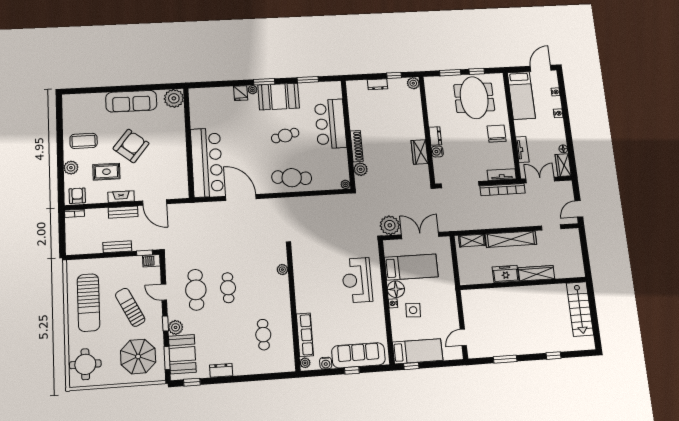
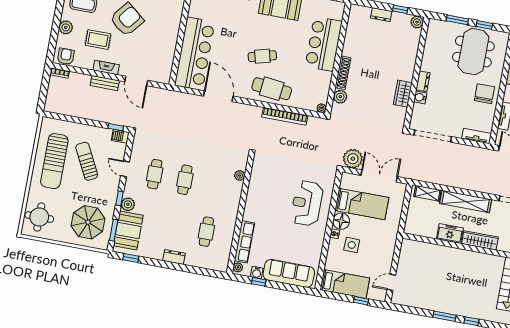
cafe table: (285, 136) -> (262, 56), moved
bookcase: (503, 190) -> (285, 116), moved
bench: (117, 247) -> (92, 115), removed
cafe table: (196, 290) -> (155, 174), width x0.73, depth x0.74
sun lounger: (130, 307) -> (87, 161), moved
window: (505, 359) -> (444, 316), moved
window: (411, 366) -> (361, 301), moved
dresser: (221, 370) -> (174, 257), moved
window: (352, 370) -> (259, 282), moved

